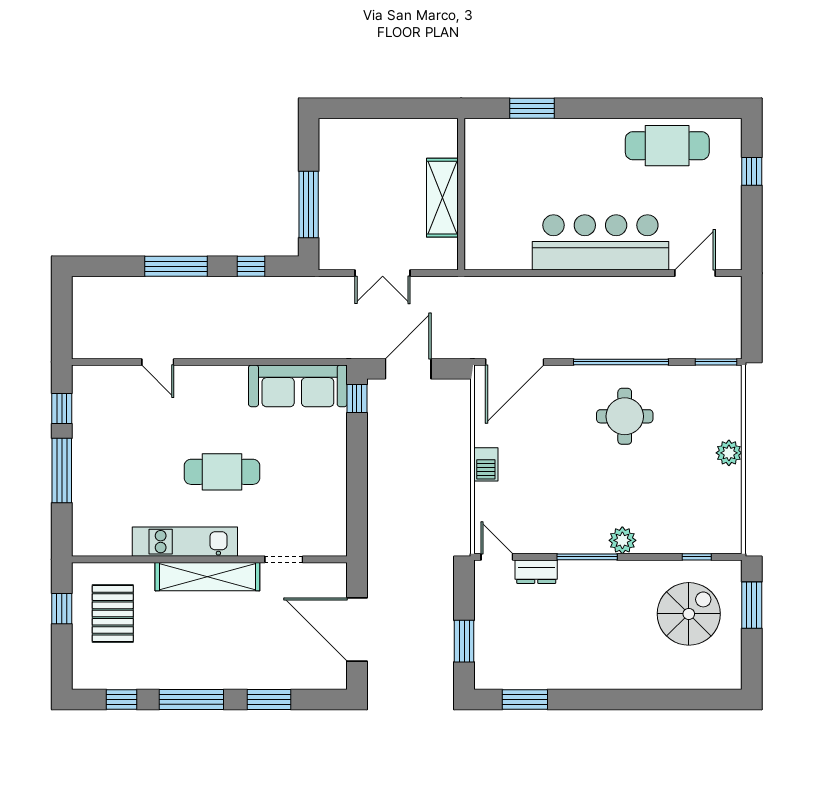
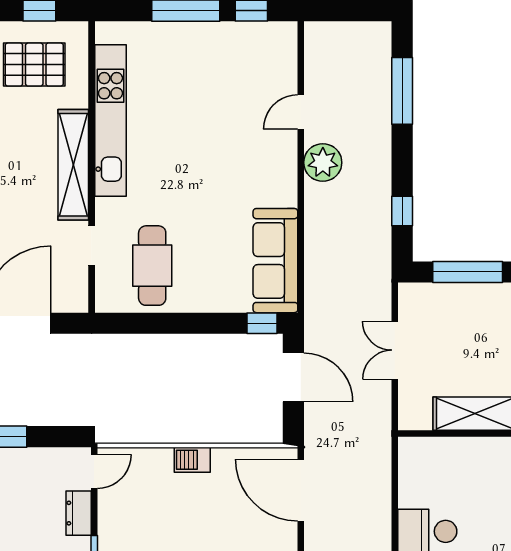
window: (176, 266) -> (402, 91), moved
plant: (205, 341) -> (323, 163), added
cafe table: (222, 472) -> (152, 266), moved
kitchen unit: (185, 542) -> (110, 121), width x1.36

